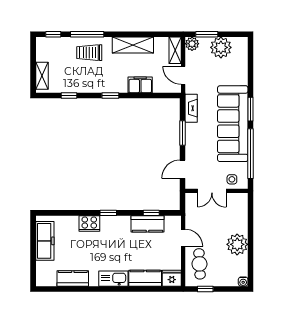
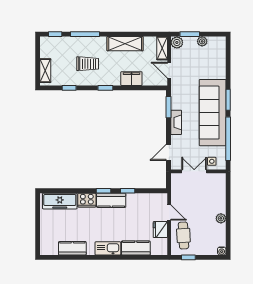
plant: (221, 47) -> (202, 41), width x0.53, depth x0.53
trolley: (89, 53) -> (88, 64), moved, turned 180
fireplace: (191, 108) -> (176, 122), moved
window: (183, 133) -> (169, 107), moved
double door: (212, 191) -> (194, 171), swing flipped
window: (151, 213) -> (128, 191), moved
kitchen counter: (147, 224) -> (111, 200), moved
freezer: (45, 241) -> (60, 201), moved, turned 90
plant: (237, 244) -> (221, 218), width x0.53, depth x0.53
fridge: (172, 278) -> (160, 230), moved, turned -90

